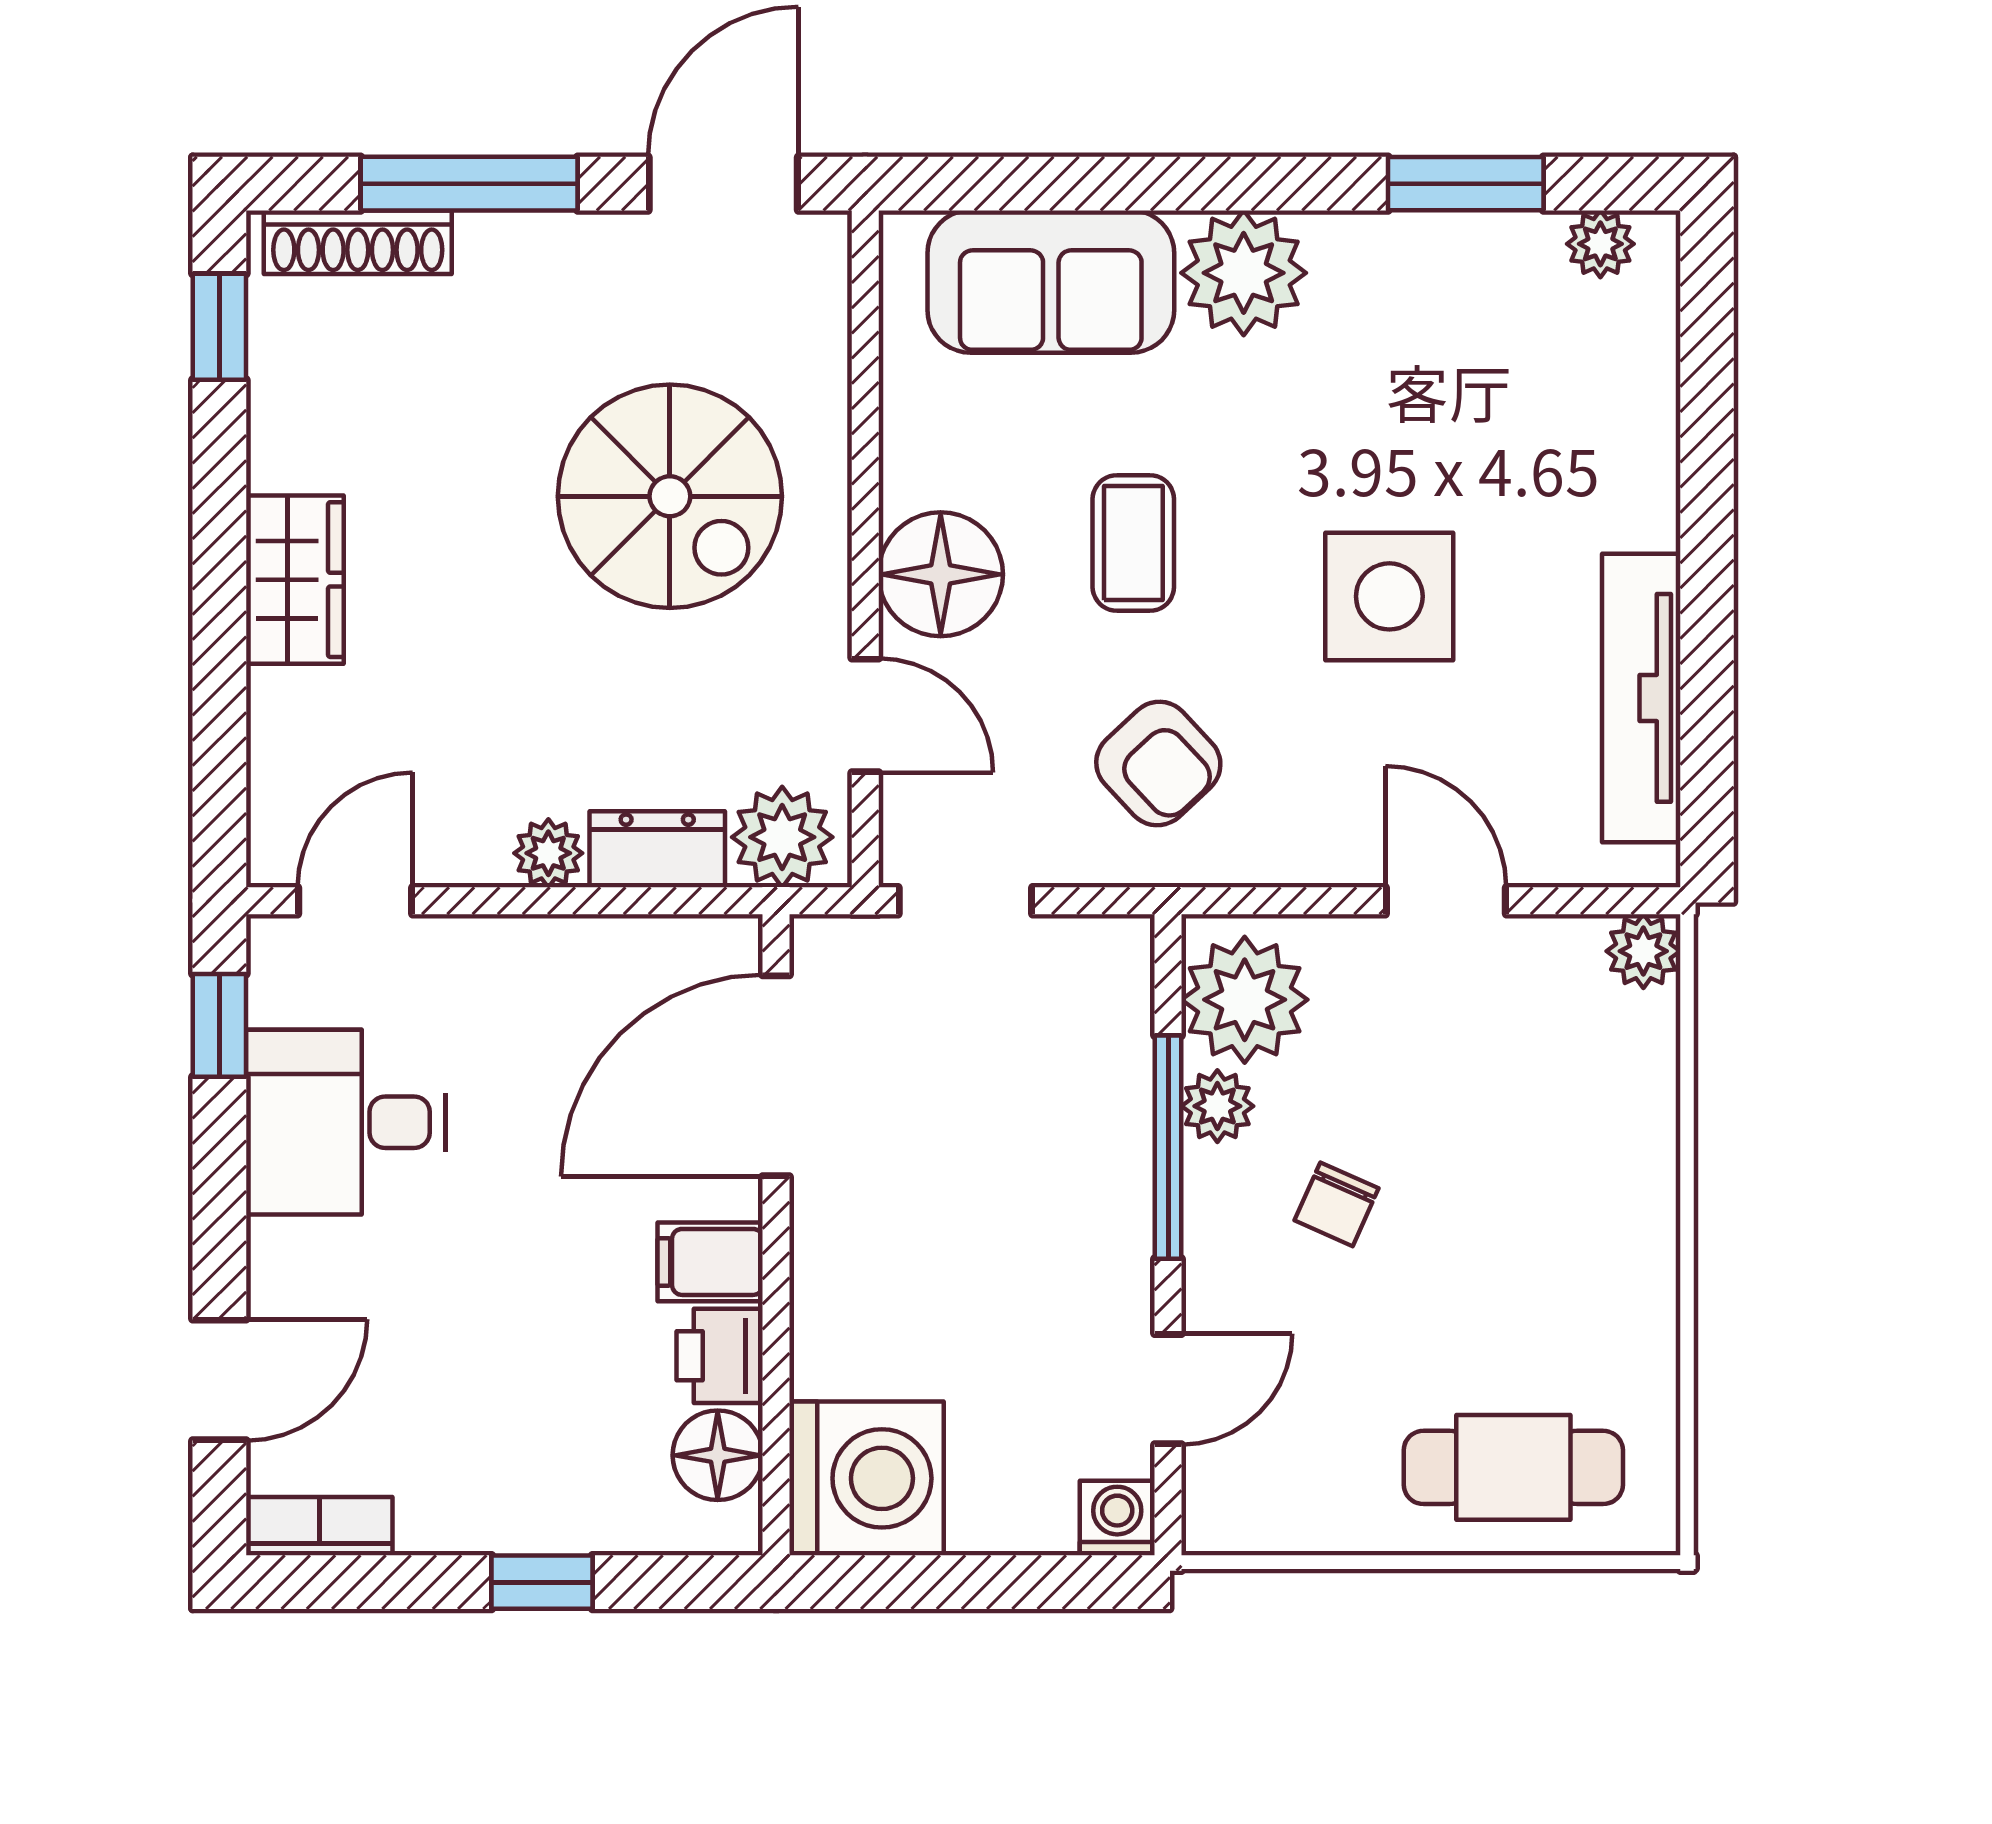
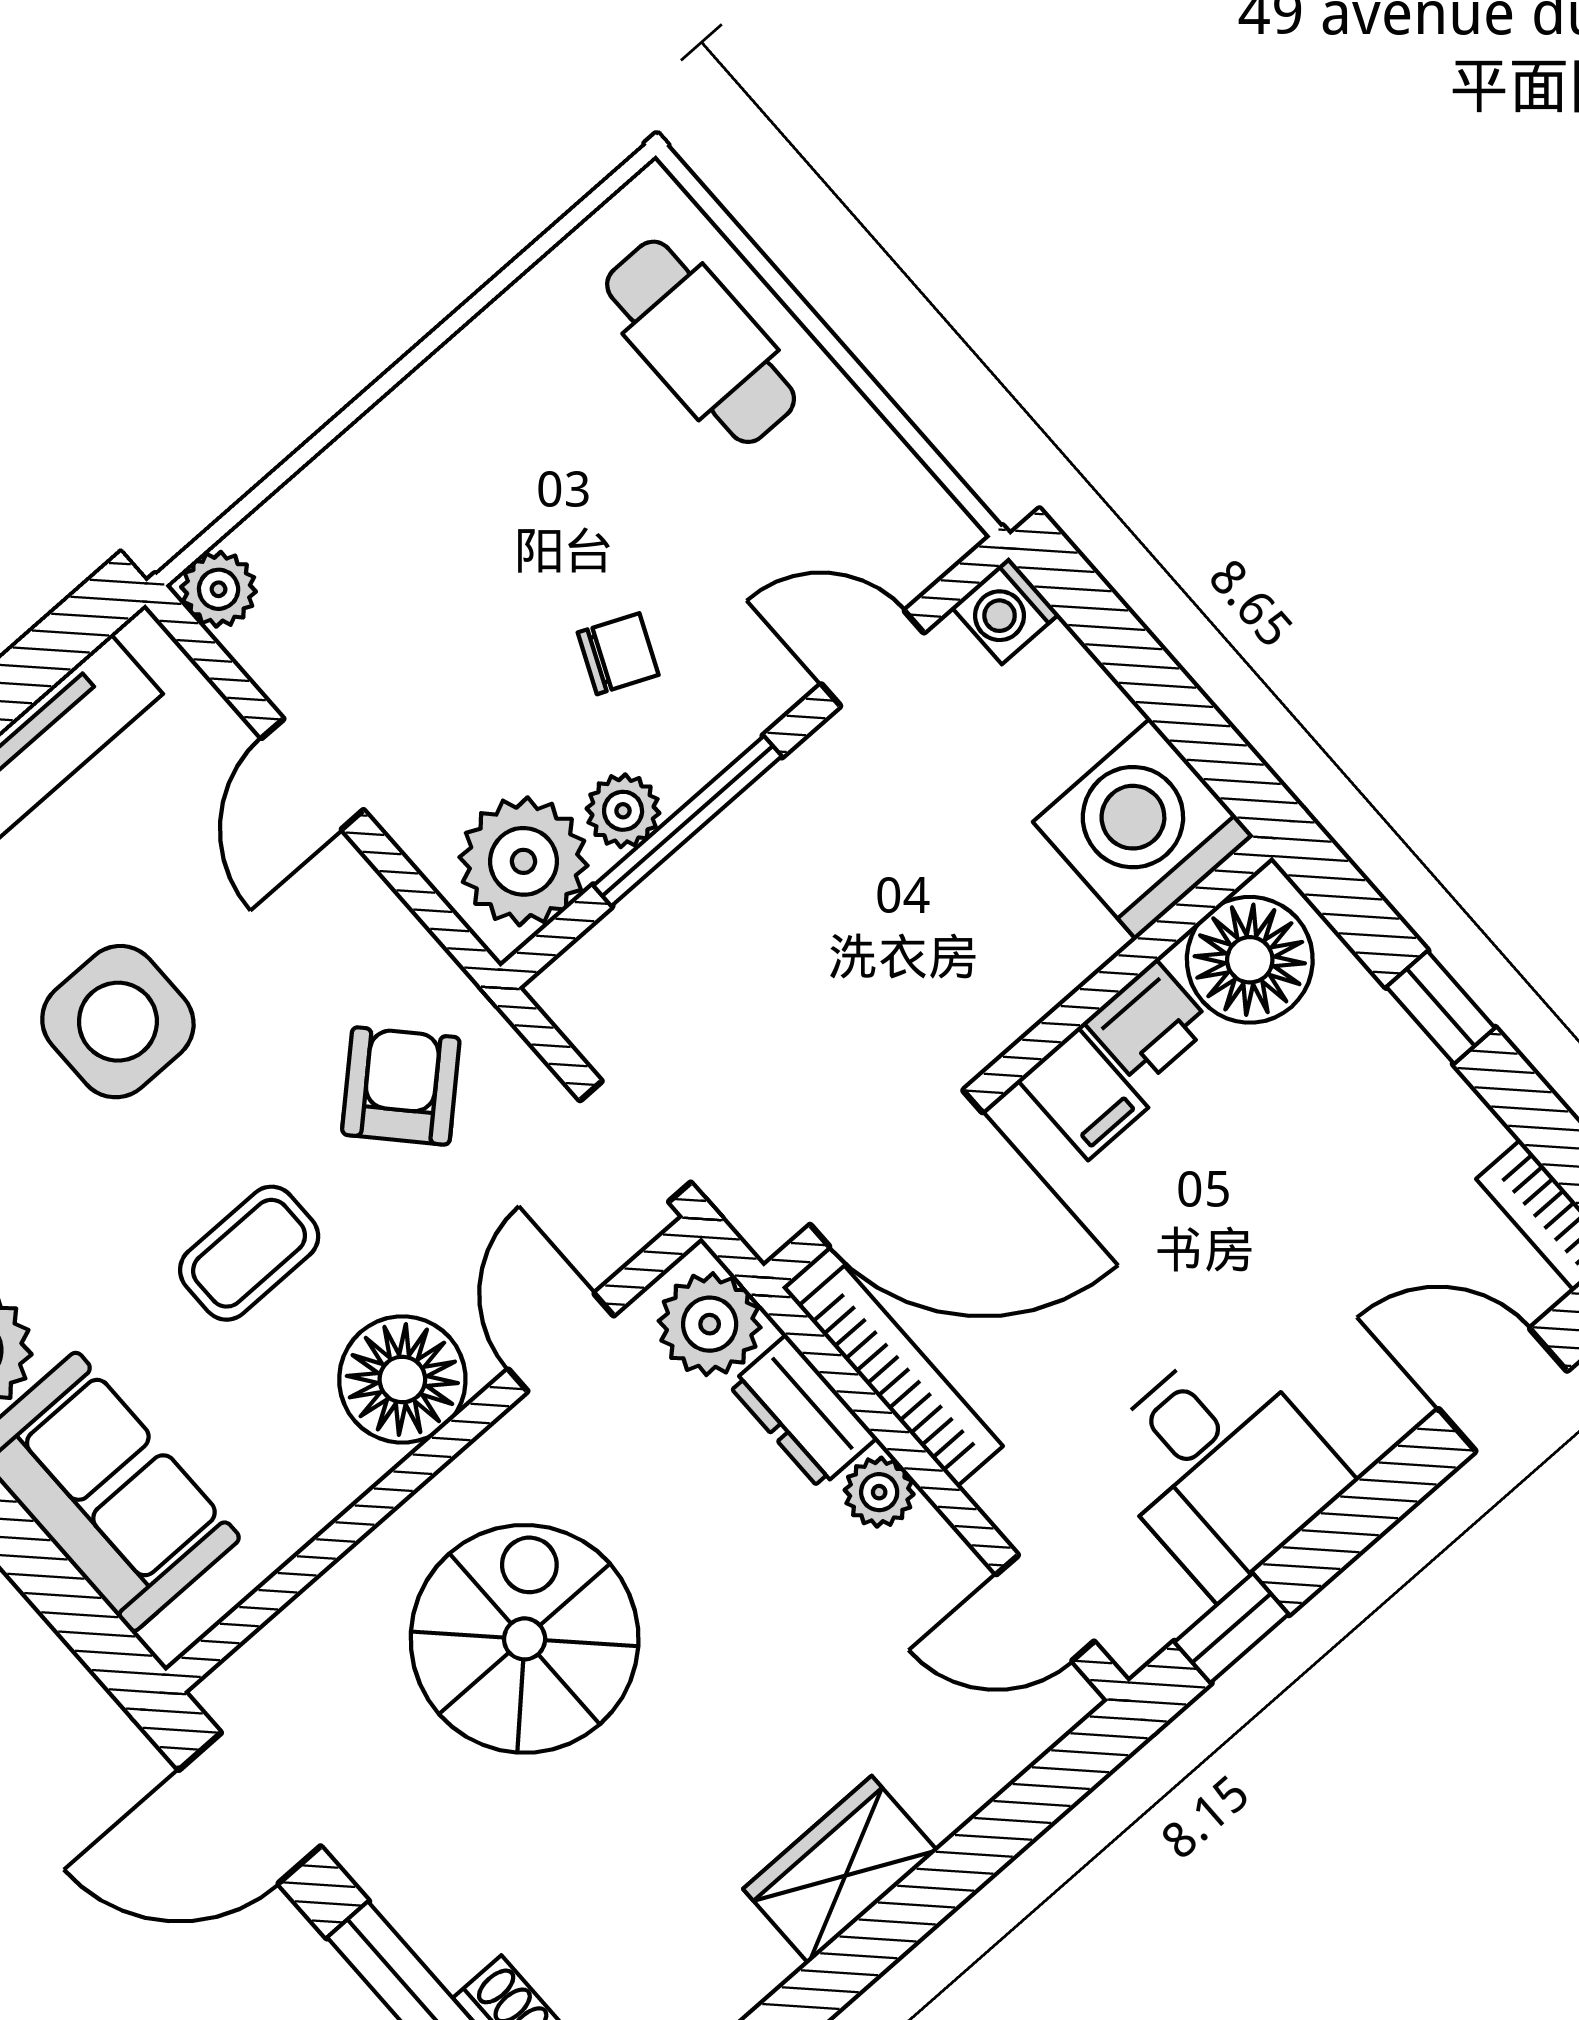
bookcase: (620, 944) -> (901, 1376), added
floor lamp: (718, 1455) -> (1250, 960), width x1.38, depth x1.38

